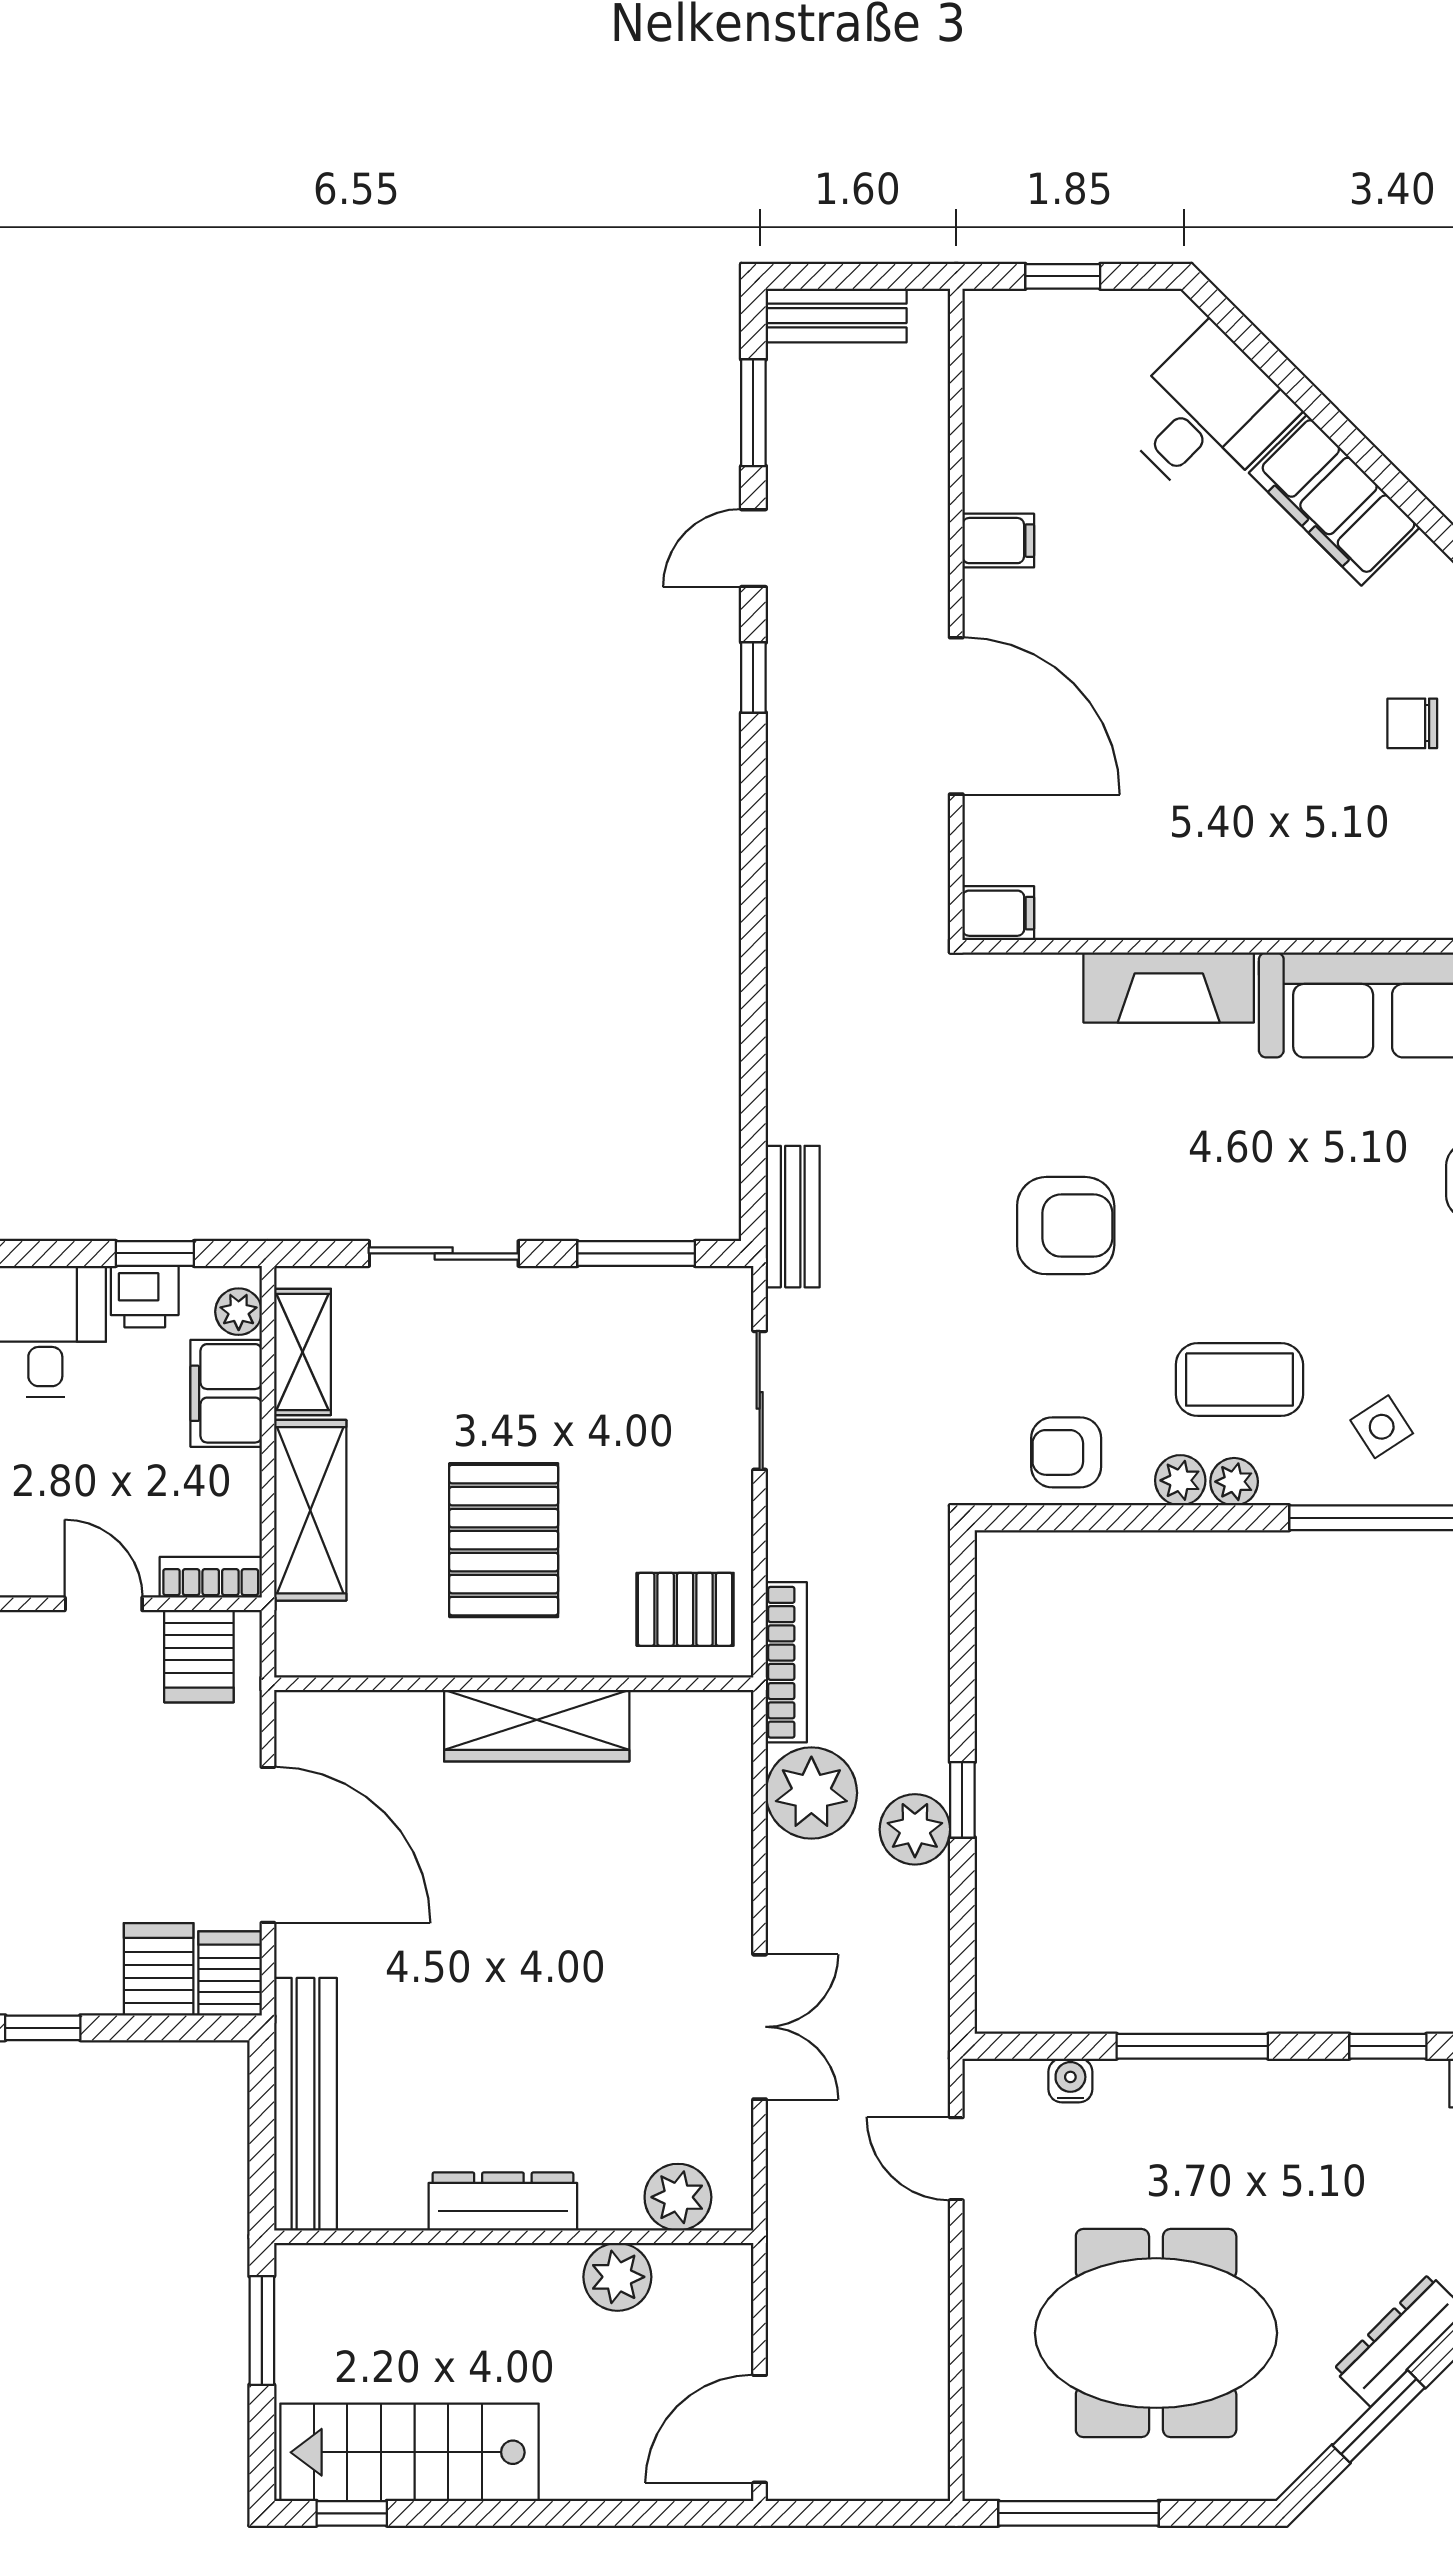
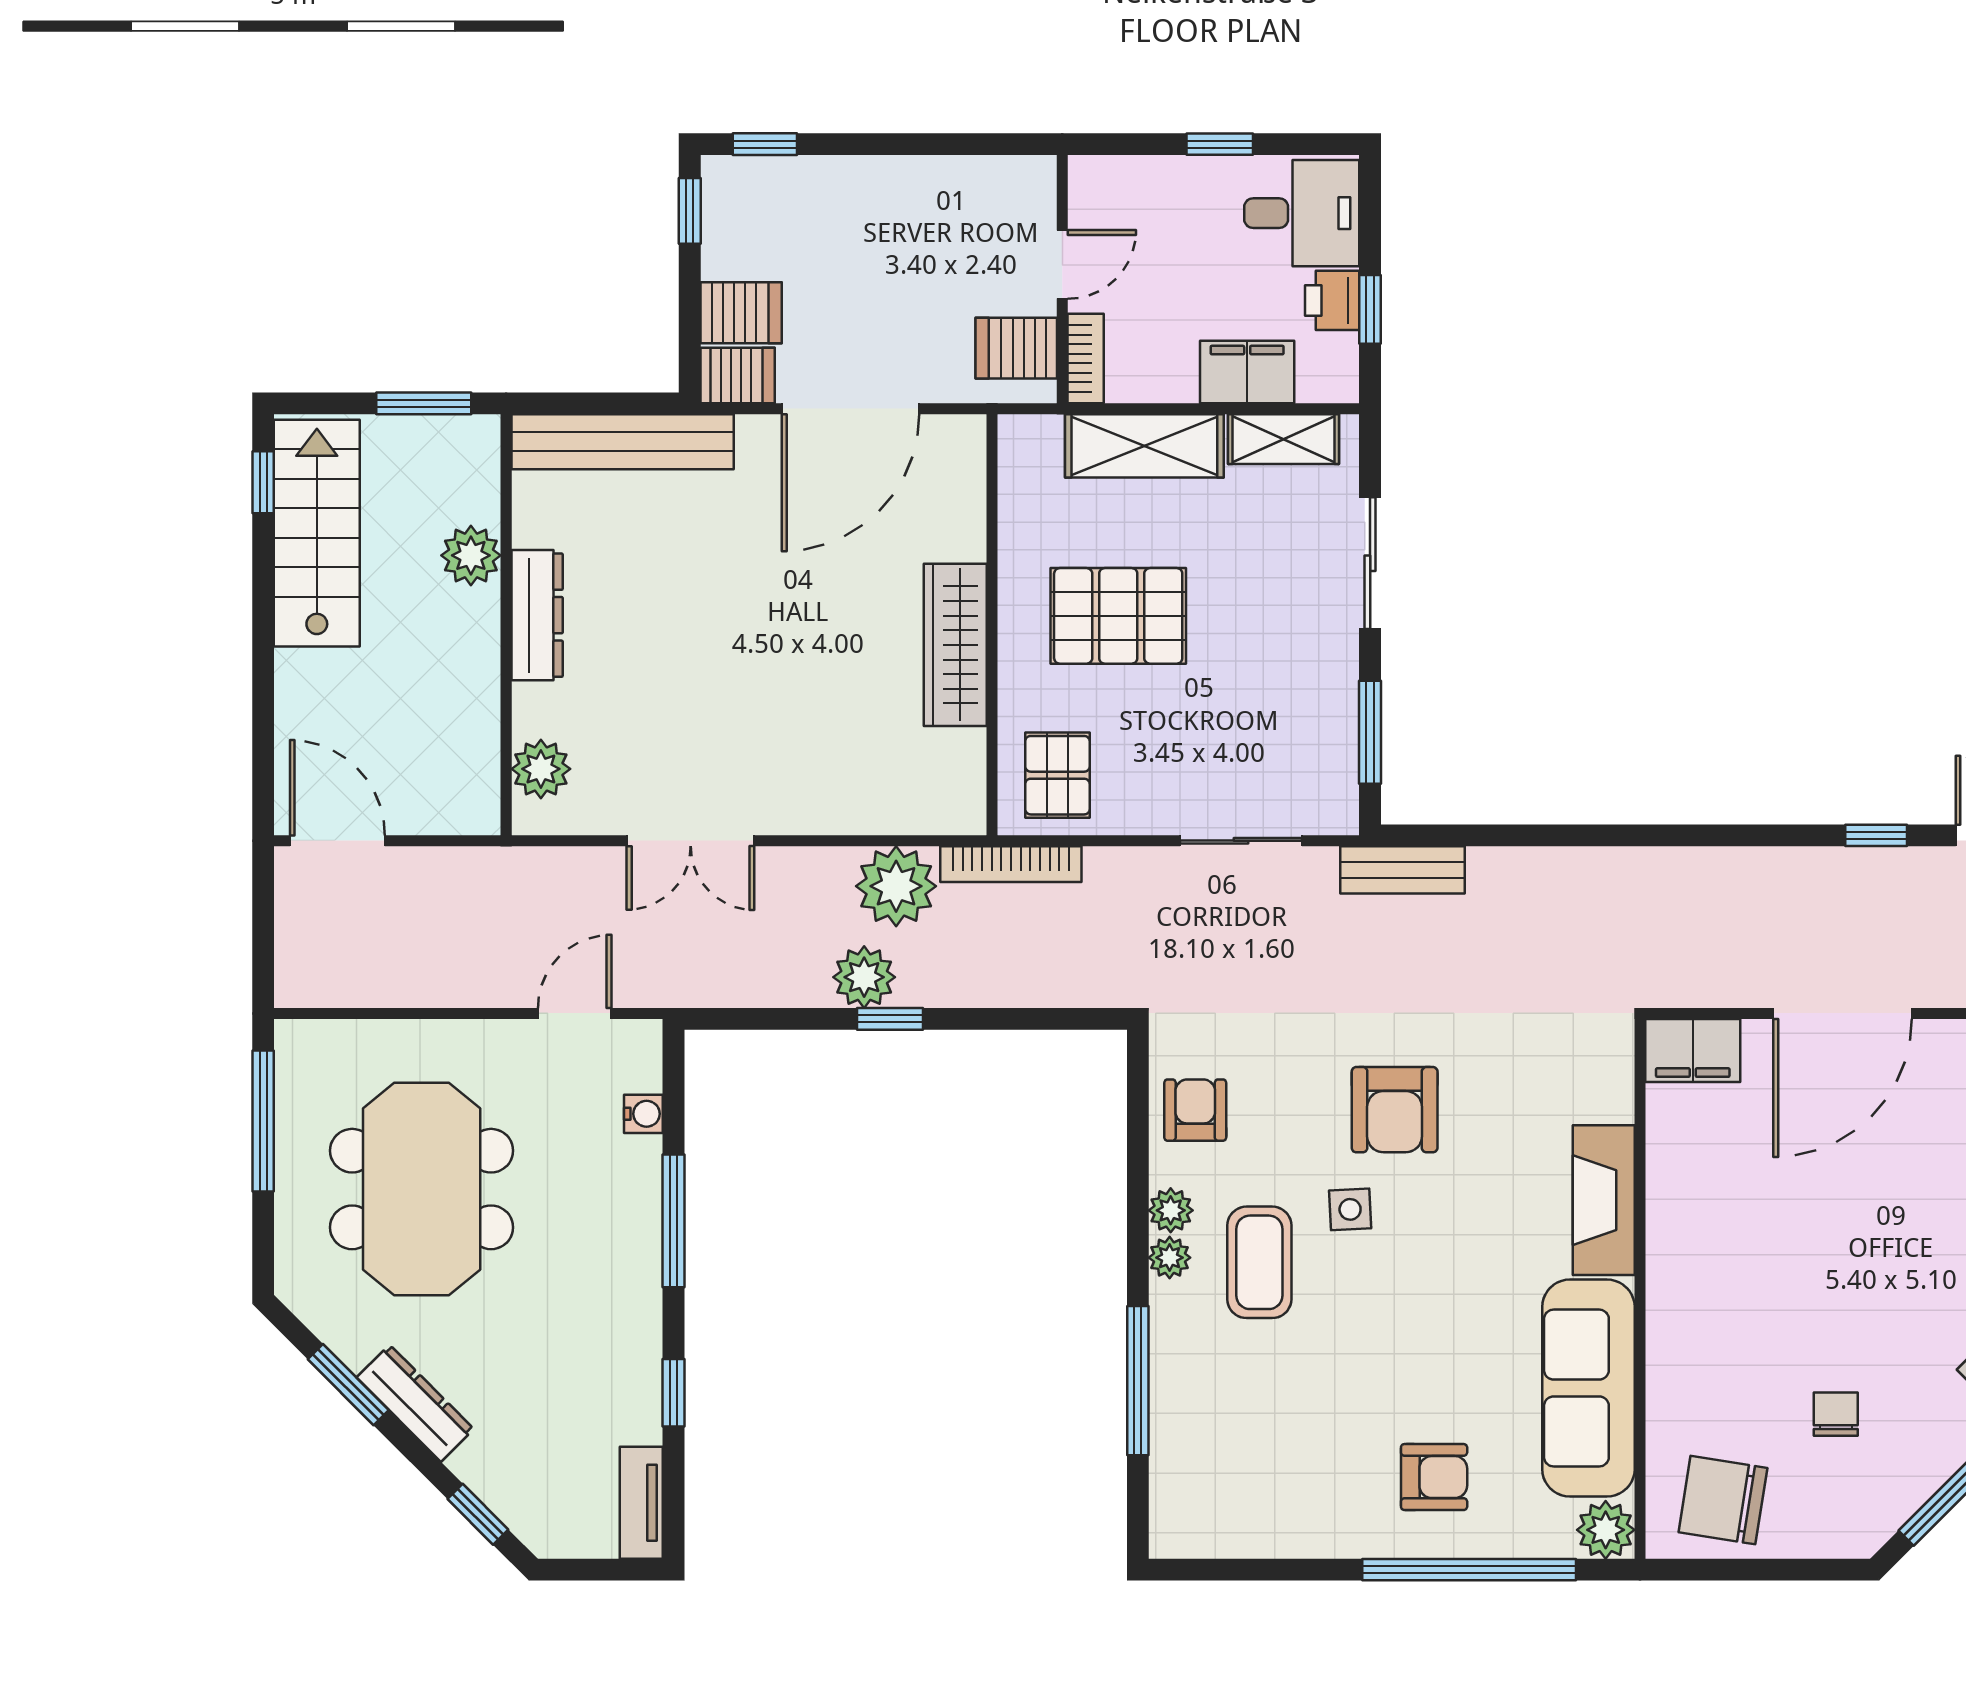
filing cabinet: (998, 913) -> (1693, 1050), width x2.00
plant: (239, 1312) -> (1319, 383), removed
side table: (1382, 1427) -> (1350, 1209), moved, turned 30
plant: (617, 2277) -> (471, 555), moved

